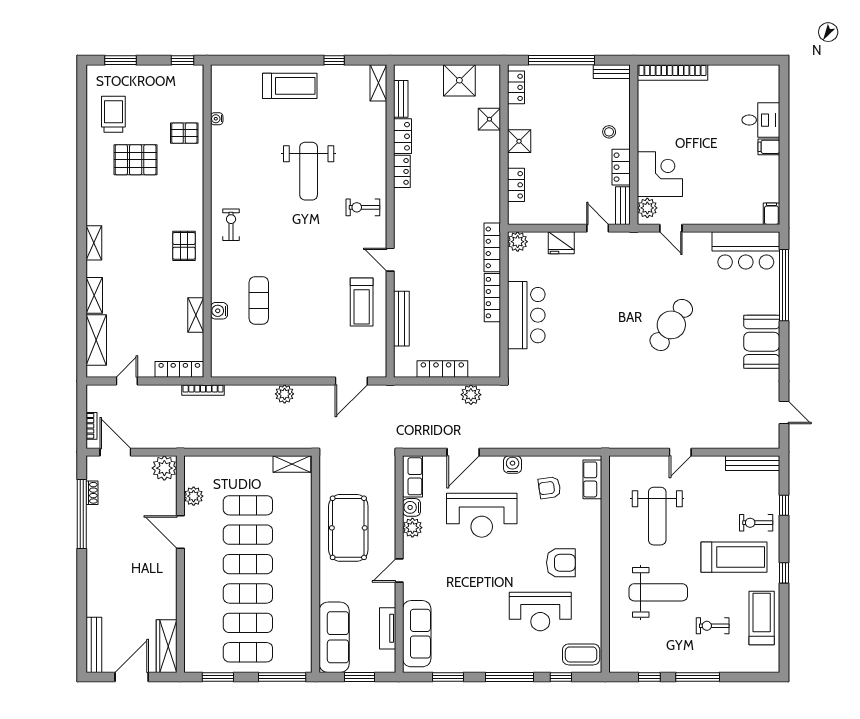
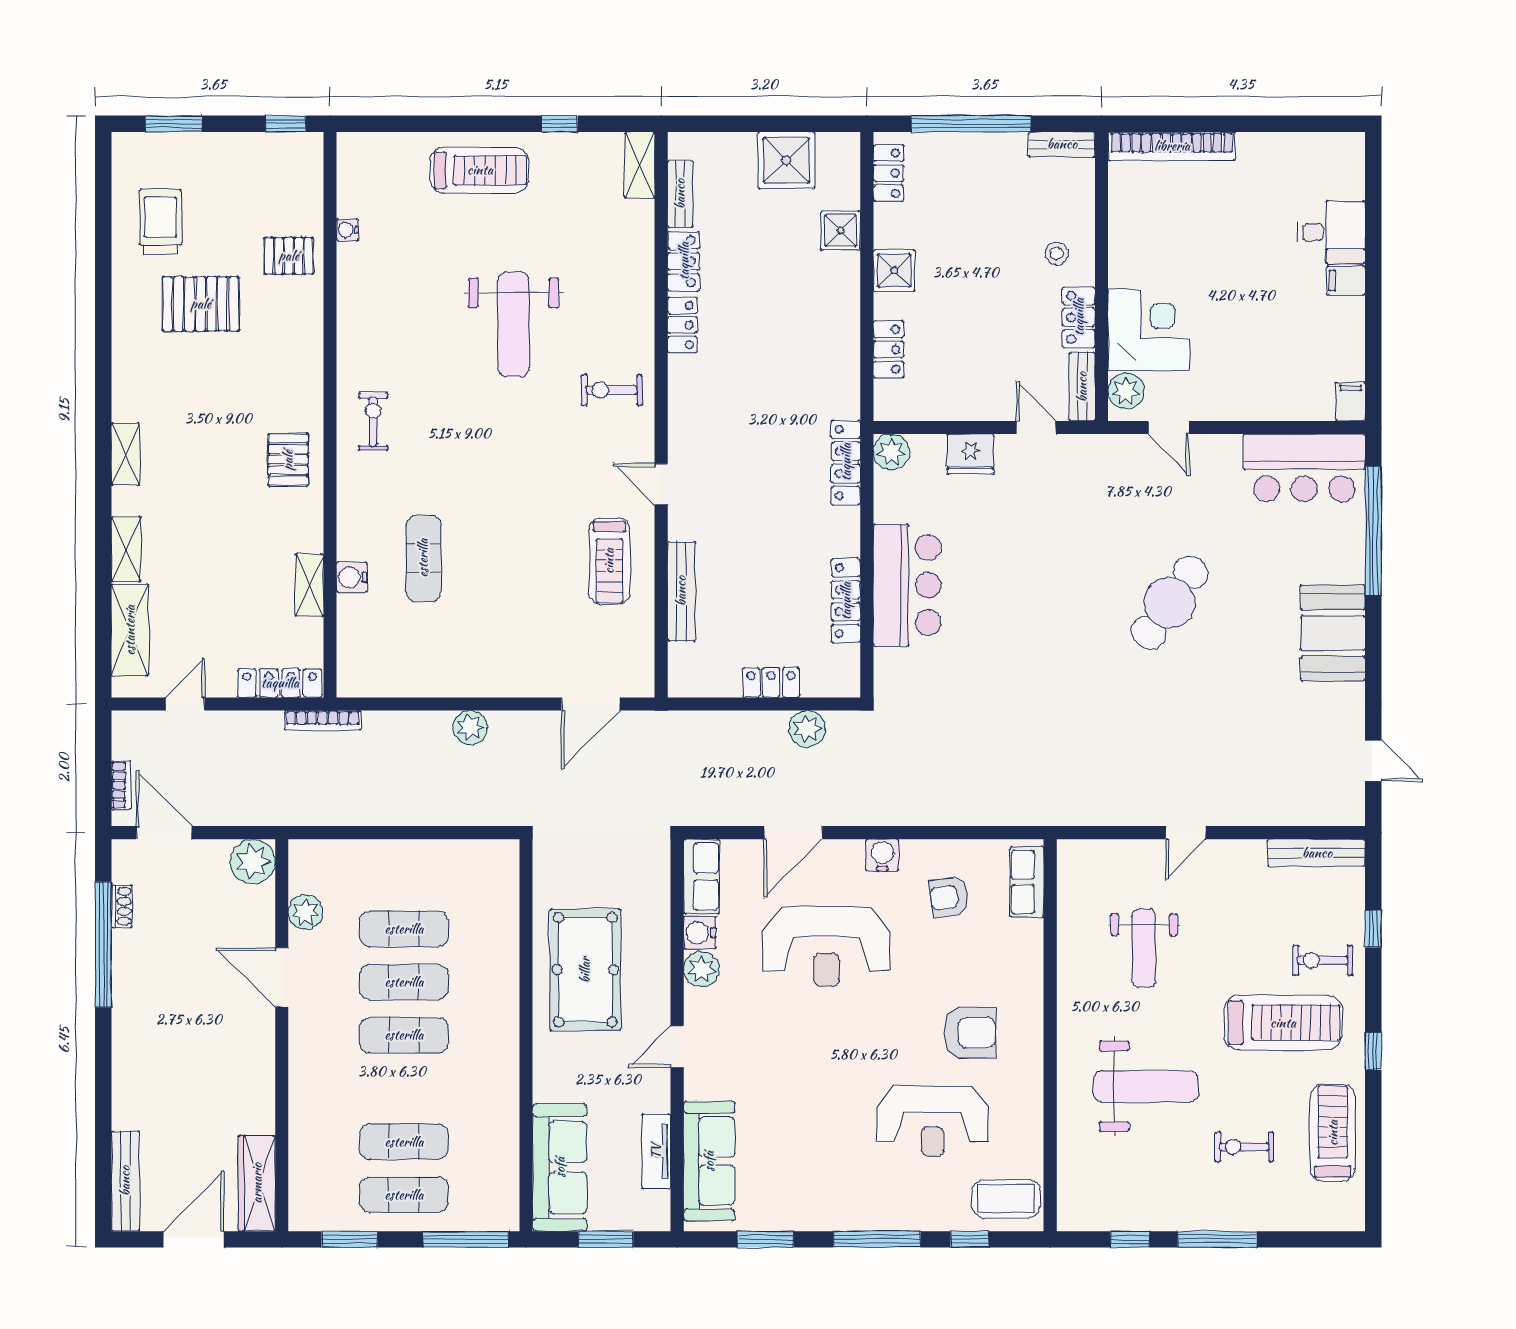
locker: (492, 298) -> (846, 601), moved
locker: (442, 369) -> (771, 682), width x0.66
shelving: (292, 464) -> (483, 854), removed
weight bench: (657, 516) -> (1144, 948), width x0.73, depth x0.75
exercise mat: (248, 593) -> (404, 1088), removed

